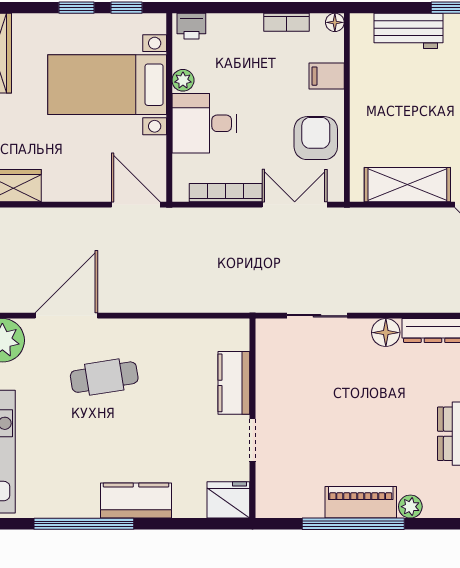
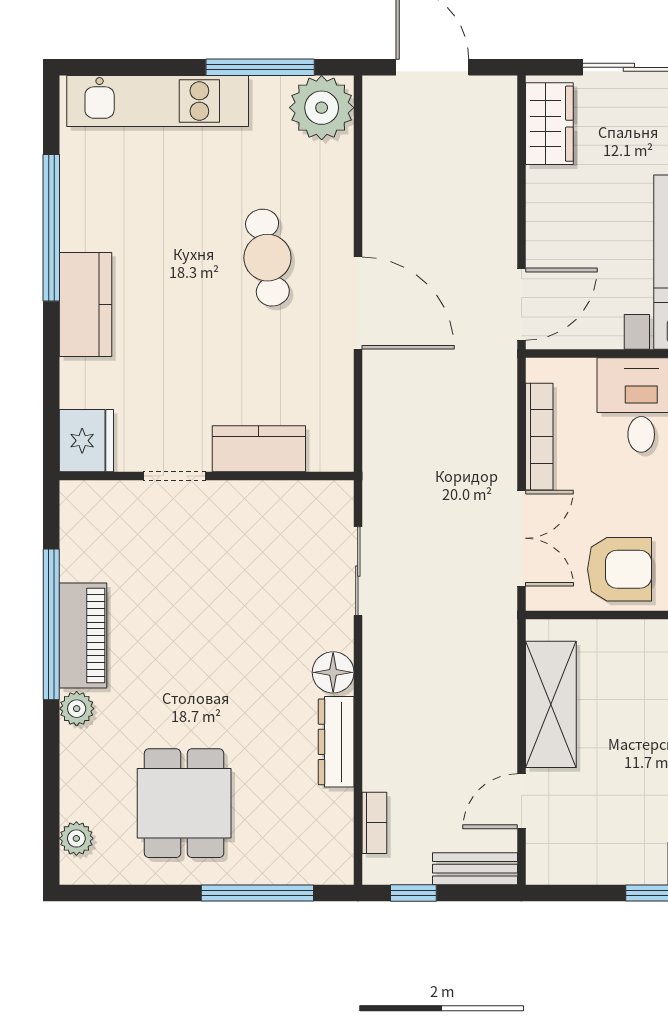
door: (66, 316) -> (358, 303), moved

